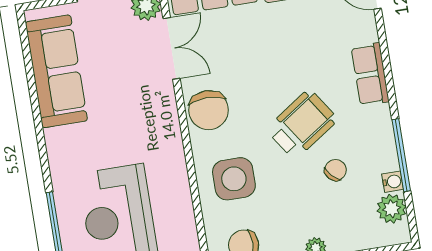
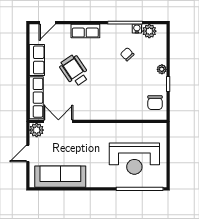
chair: (209, 110) -> (90, 109), removed
wheelchair: (302, 124) -> (74, 71), moved
side table: (234, 179) -> (124, 102), removed

